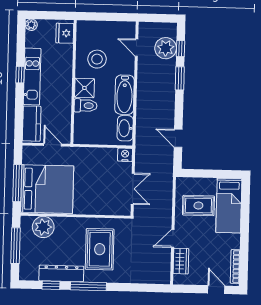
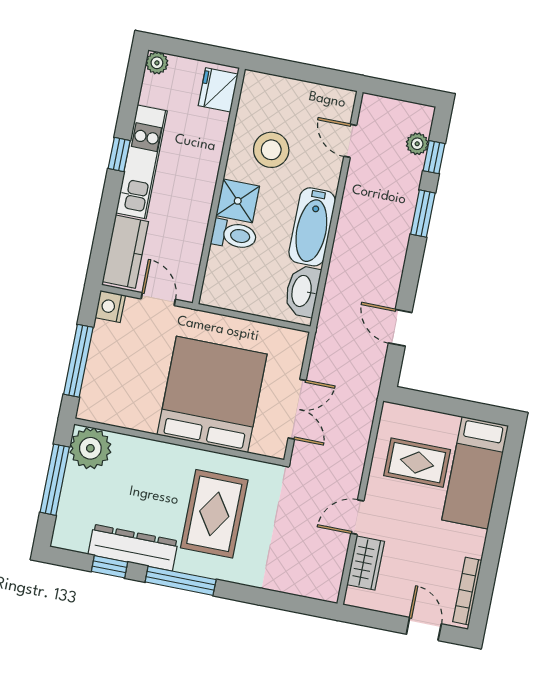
plant: (166, 48) -> (417, 144), width x0.53, depth x0.53
nightstand: (125, 155) -> (110, 307), moved, turned -90
bed: (47, 189) -> (212, 394), moved, turned -90
plant: (43, 227) -> (90, 448), moved

